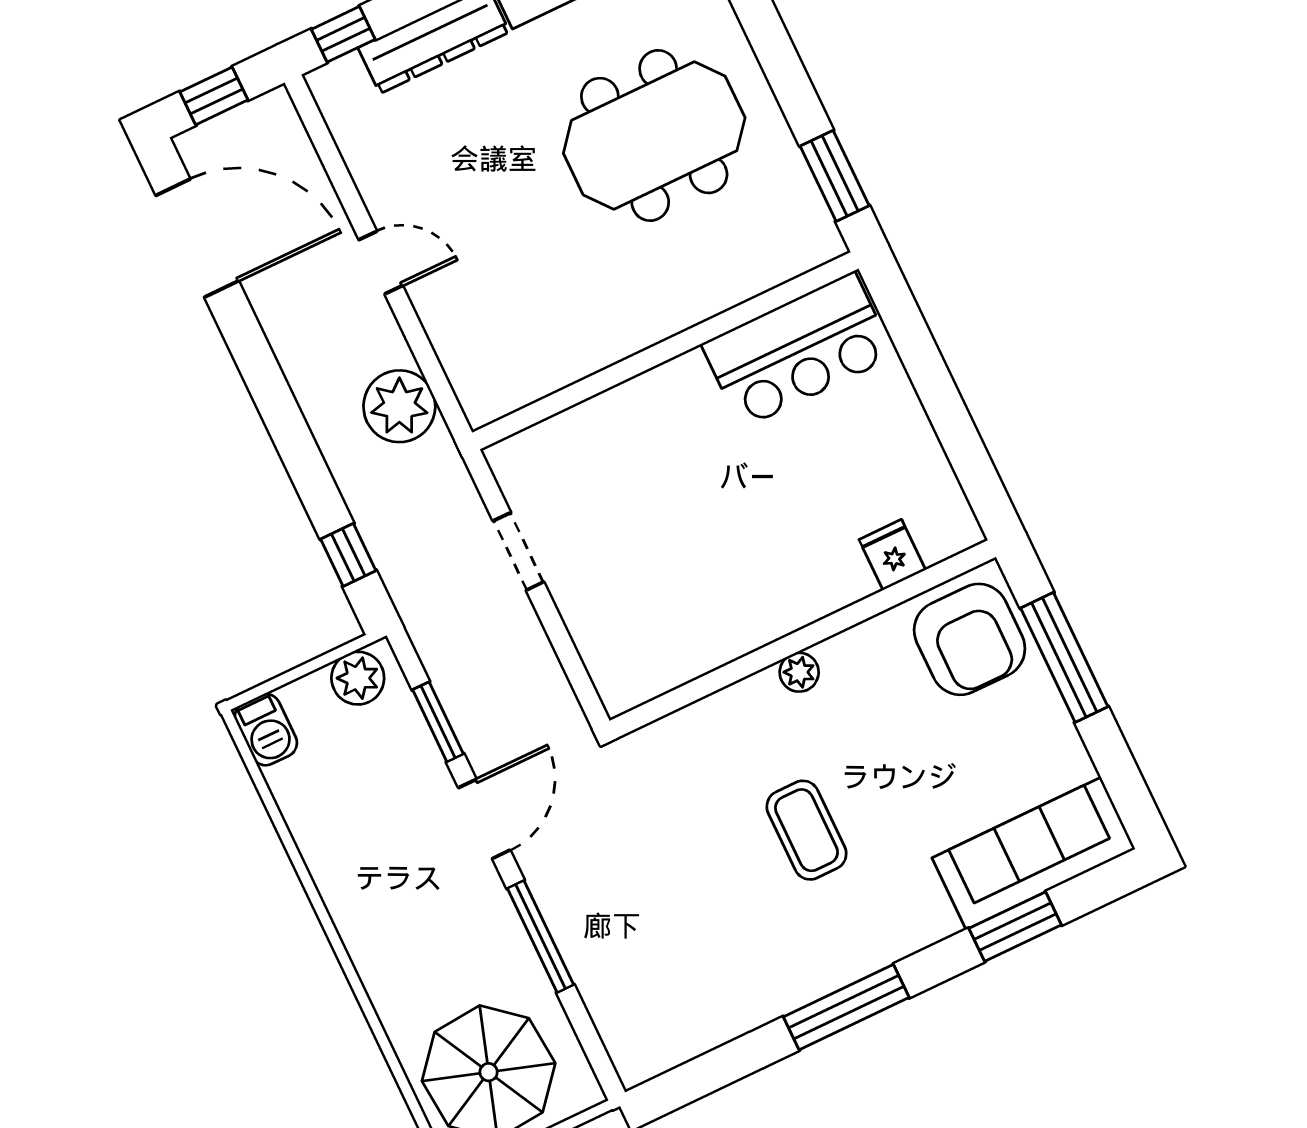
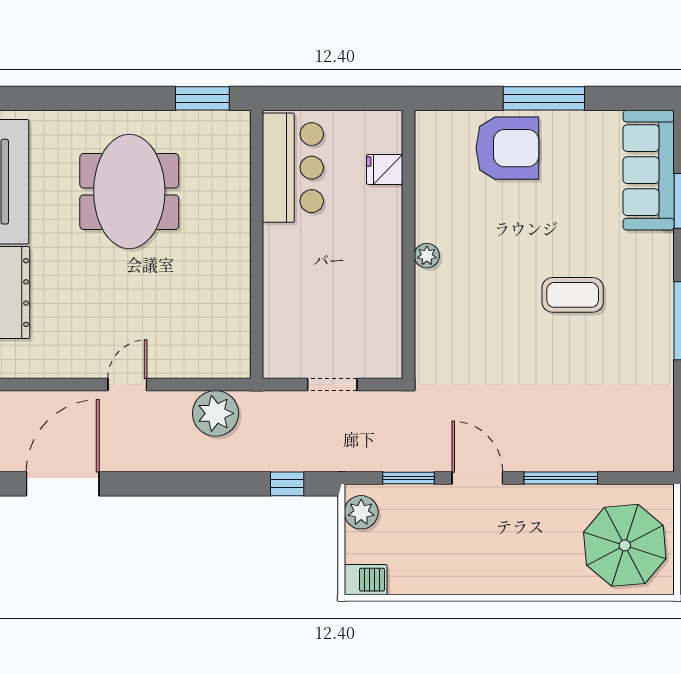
fridge: (892, 555) -> (385, 169), moved
wall: (803, 639) -> (408, 244), moved
plant: (799, 672) -> (427, 256), moved

